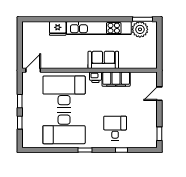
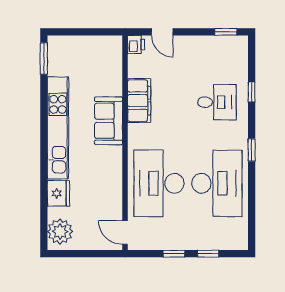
plant: (140, 29) -> (60, 232), moved
printer: (95, 77) -> (136, 45), moved
desk: (115, 128) -> (217, 102), turned 180

